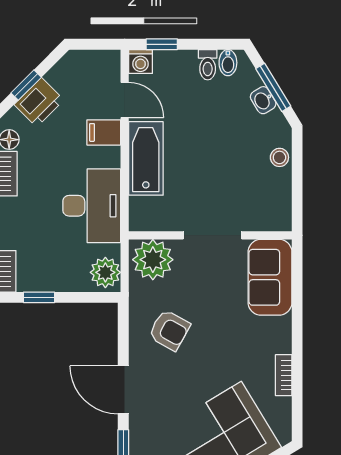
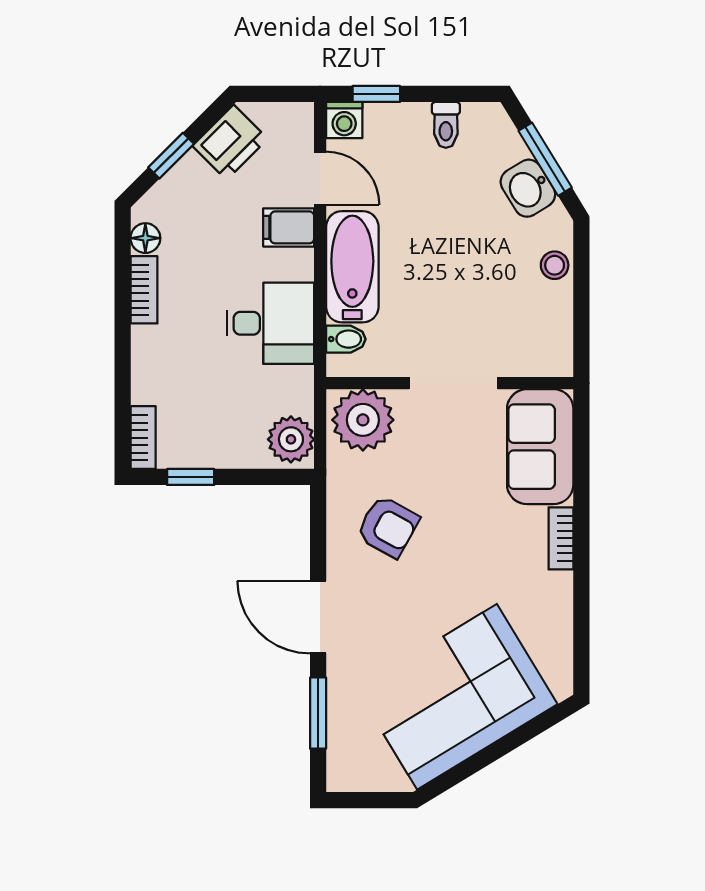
bidet: (228, 63) -> (346, 339), moved, turned -90
washbasin: (263, 100) -> (528, 188), width x1.38, depth x1.45
printer: (39, 102) -> (230, 142), moved
desk: (92, 206) -> (270, 323), width x0.73
bookcase: (284, 375) -> (561, 538), moved

